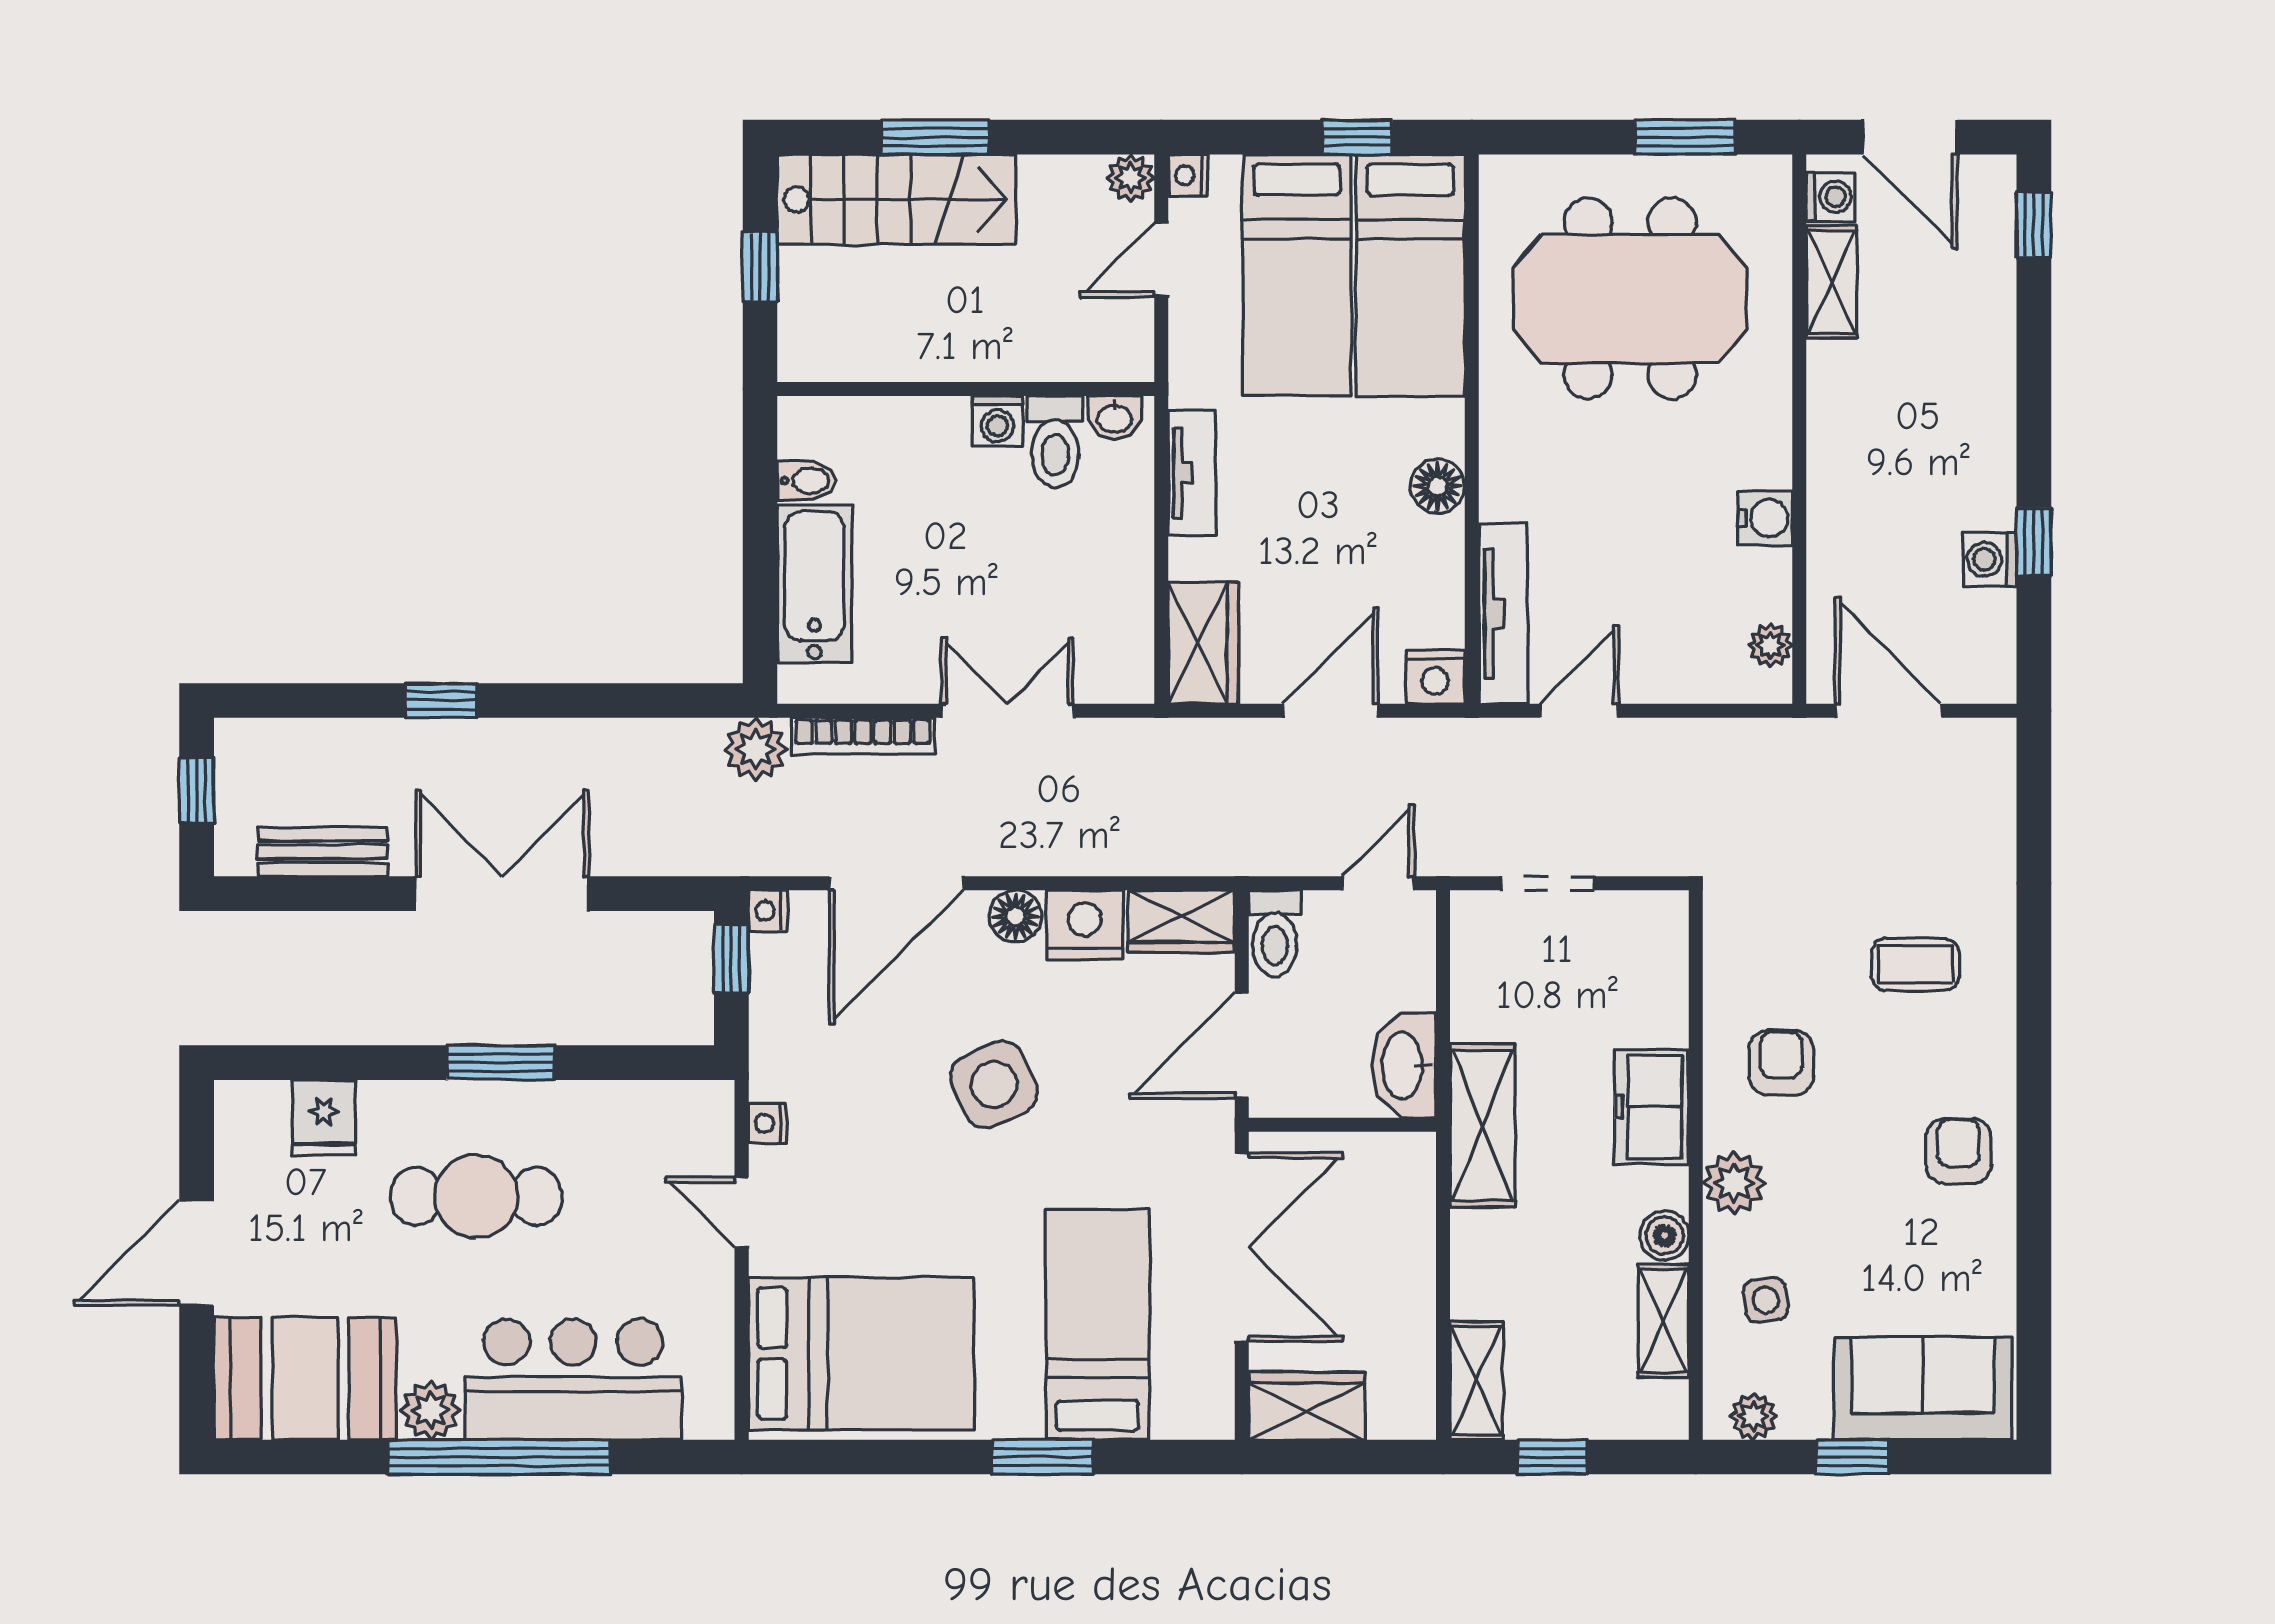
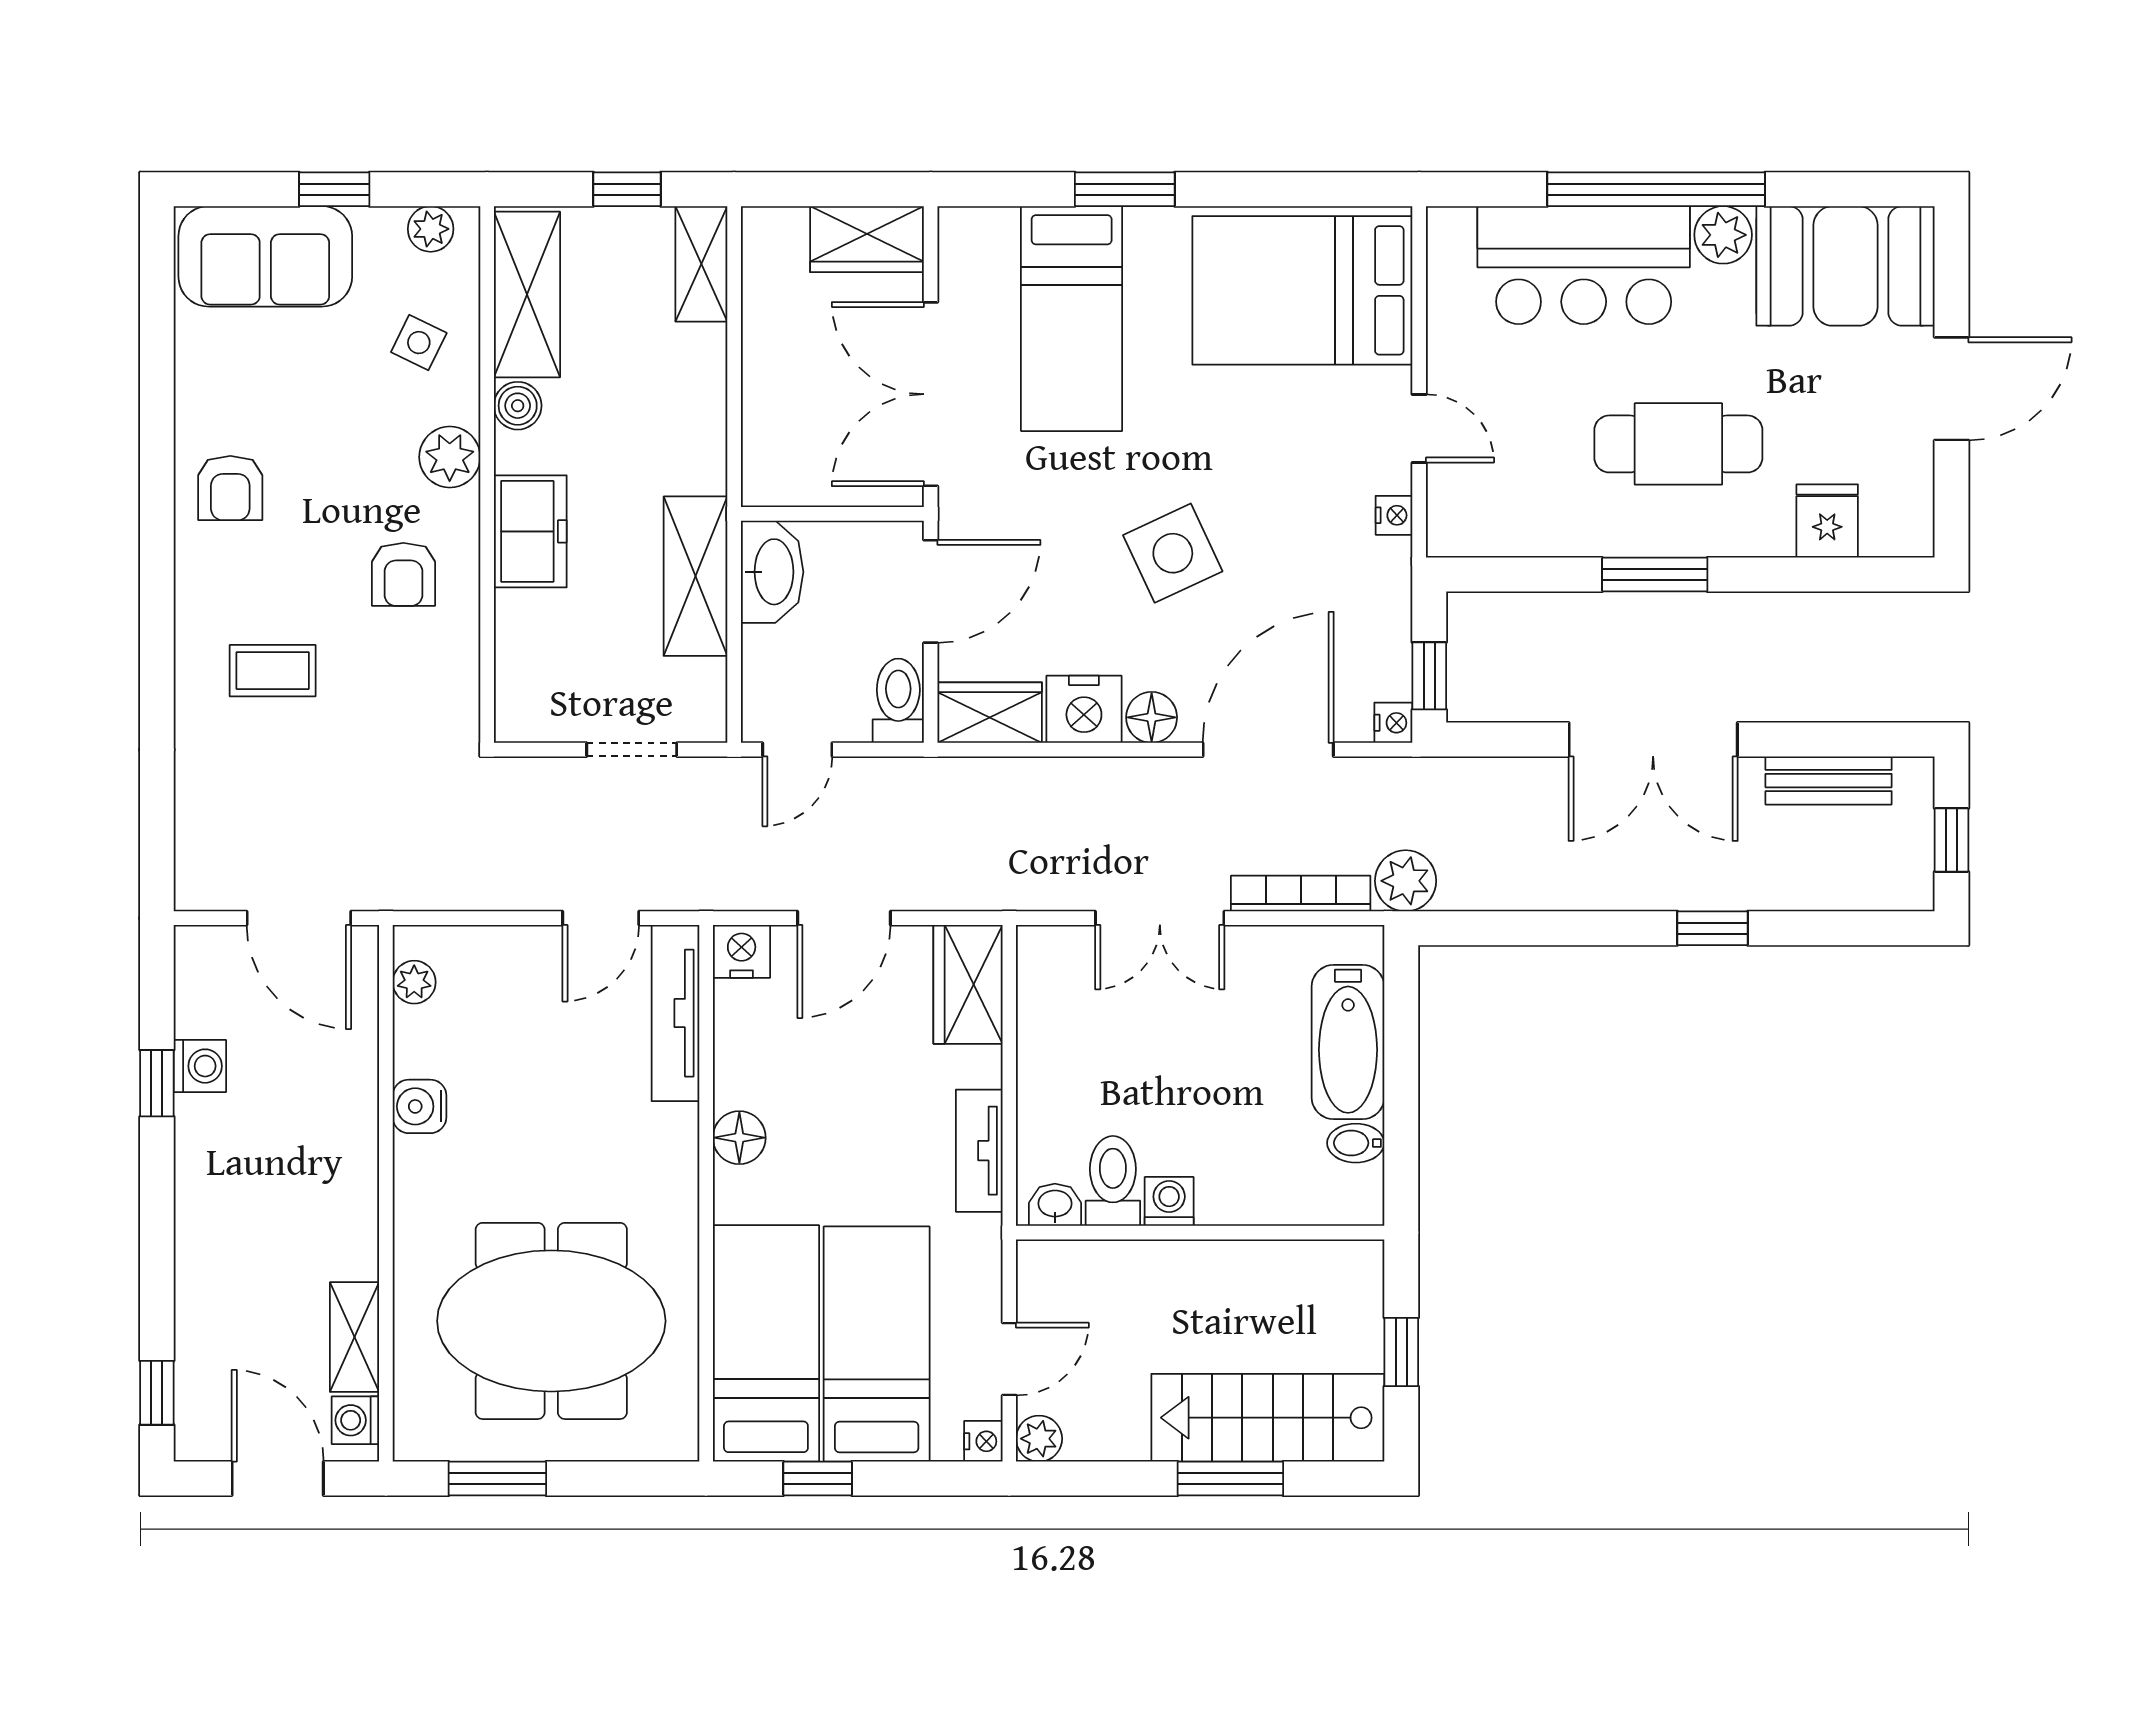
shelving: (1482, 1125) -> (695, 576), moved
side table: (1766, 1300) -> (419, 343), turned 34
shelving: (1664, 1321) -> (527, 294), width x1.50, depth x1.33

